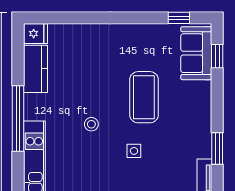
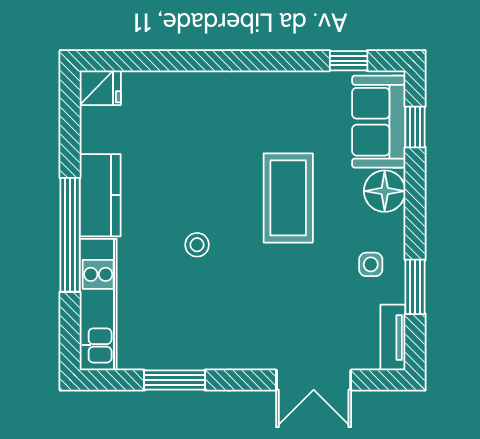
kitchen counter: (35, 69) -> (100, 195), moved
floor lamp: (200, 93) -> (385, 191), added
side table: (134, 151) -> (371, 264), moved

